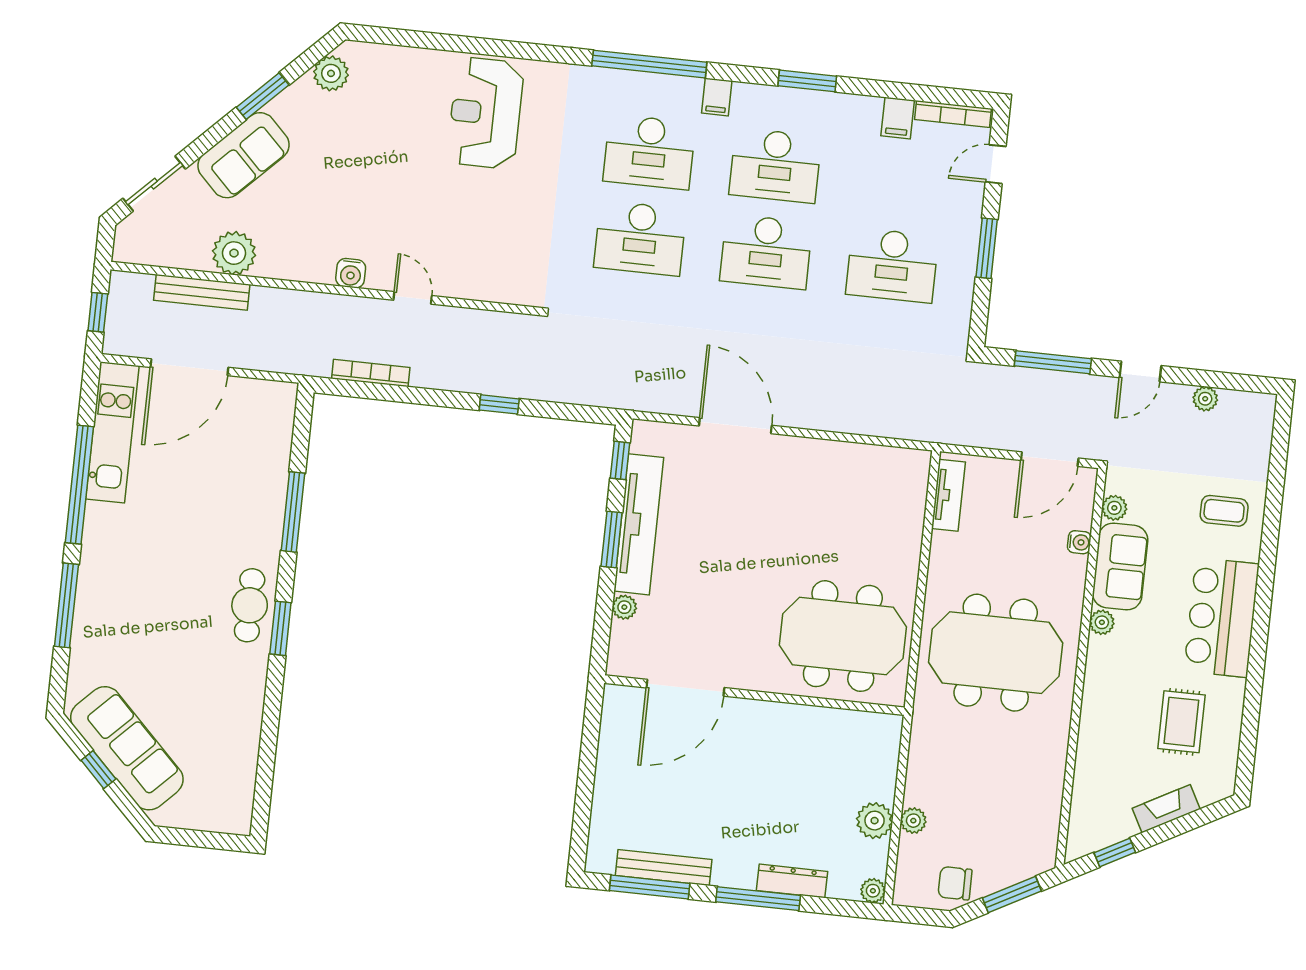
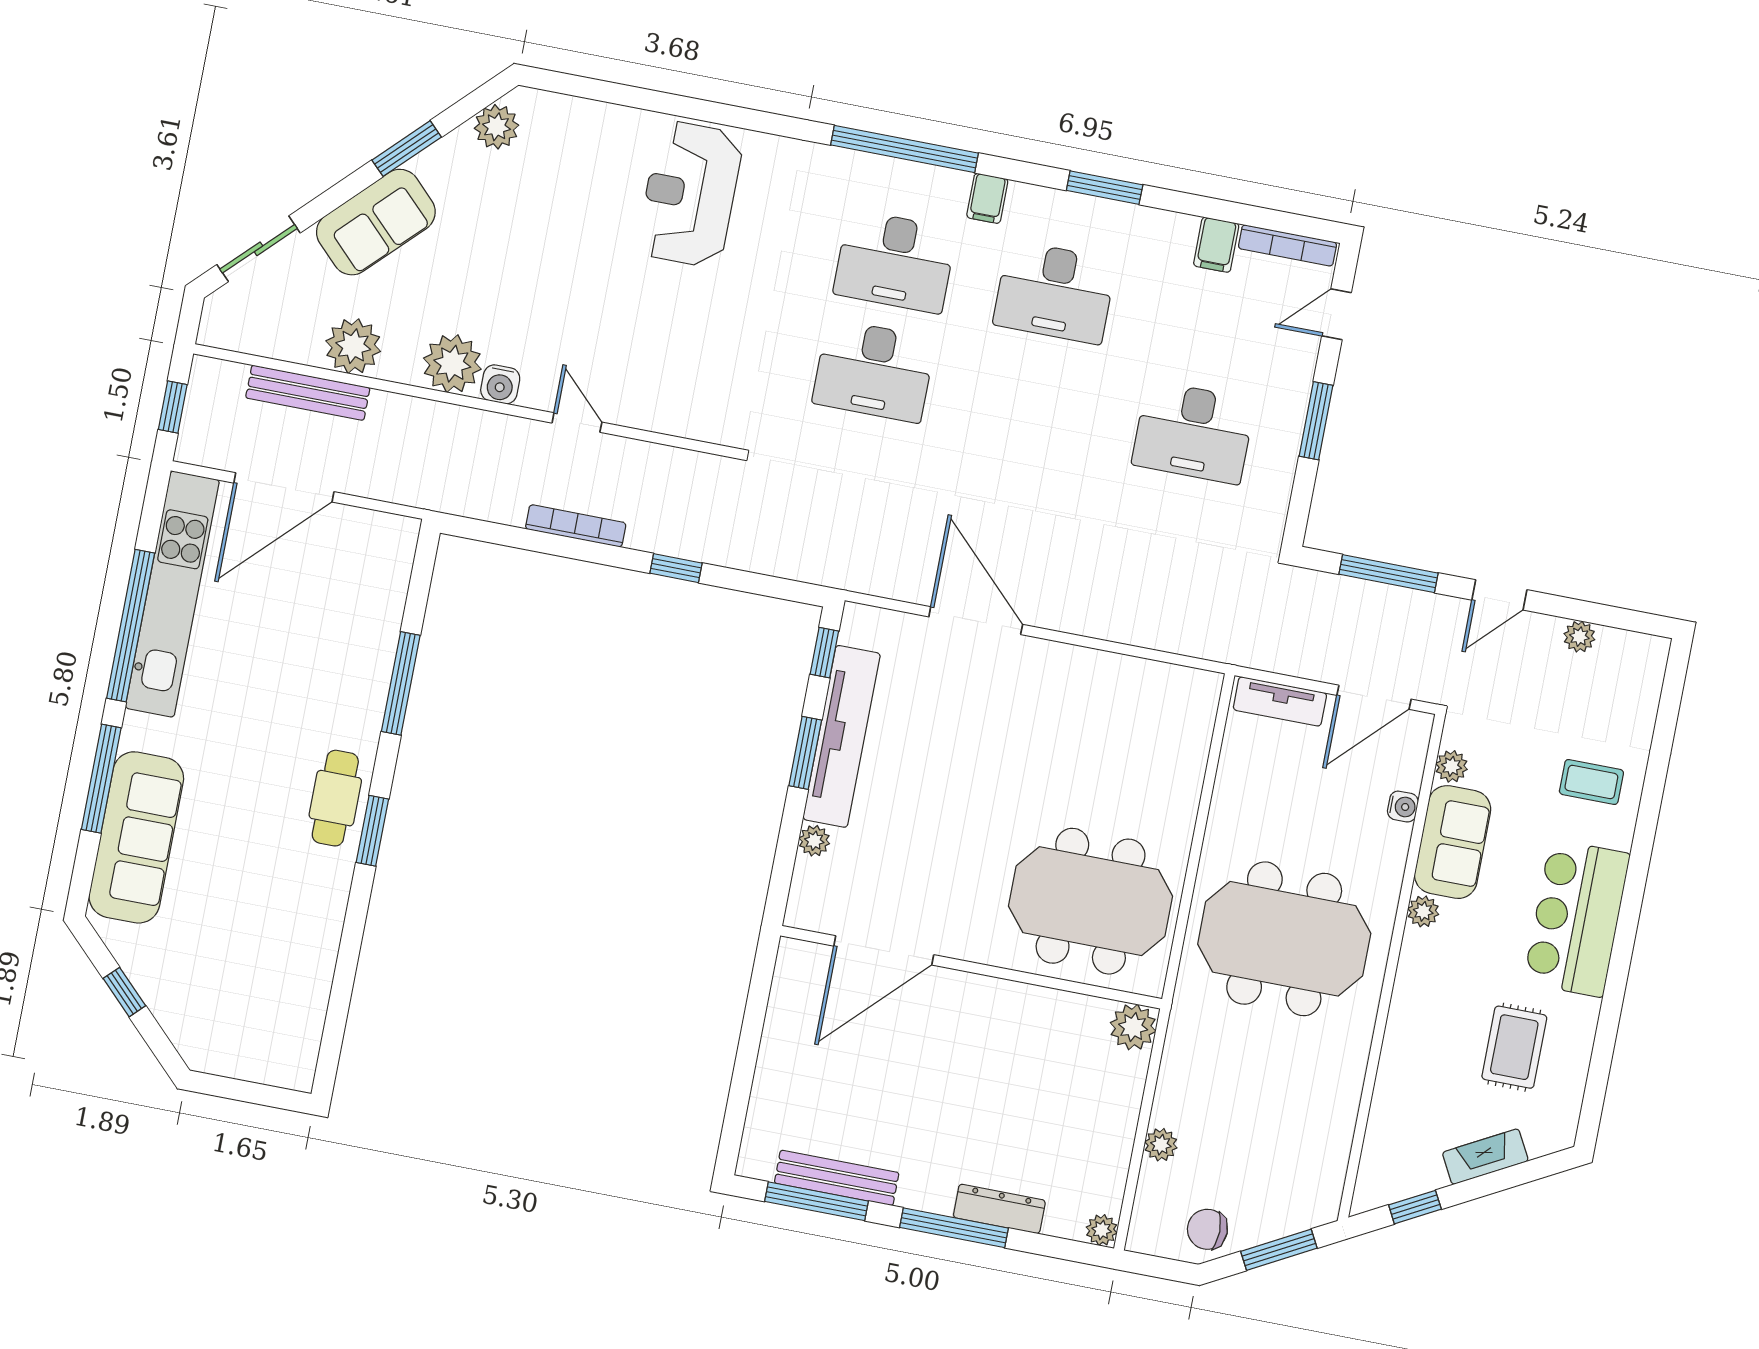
desk: (766, 252) -> (1034, 402), removed
plant: (312, 260) -> (452, 364), added
bookcase: (371, 373) -> (576, 526), moved
kitchen unit: (112, 432) -> (172, 594), width x1.36
tv unit: (948, 495) -> (1280, 701), moved, turned 90
sofa: (127, 748) -> (136, 837), moved, turned 45
plant: (875, 821) -> (1133, 1027), moved

